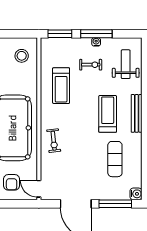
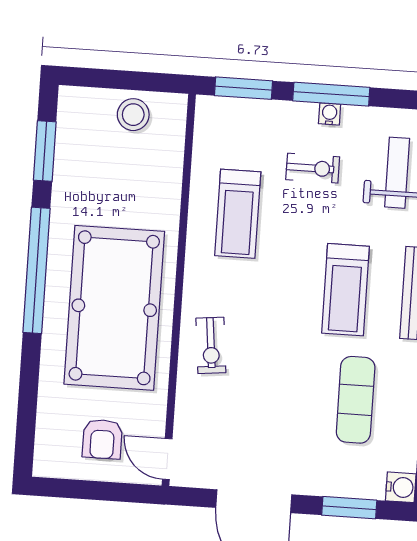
stool: (22, 56) -> (133, 115), moved
treadmill: (108, 114) -> (345, 290), turned 180
window: (115, 204) -> (349, 508), width x0.69

